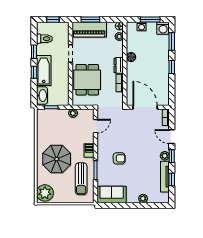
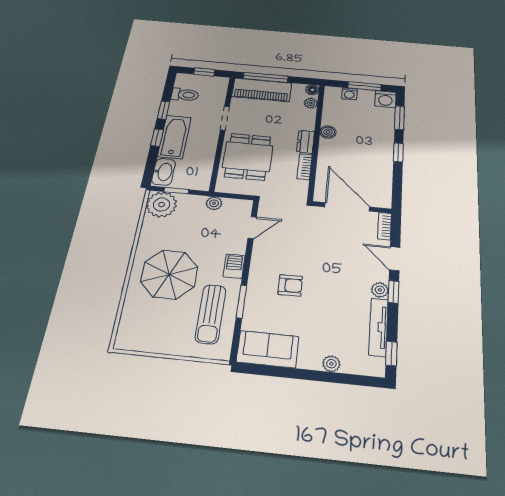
window: (90, 19) -> (266, 77), width x1.44
window: (172, 179) -> (391, 353), moved
plant: (45, 193) -> (162, 205), moved

